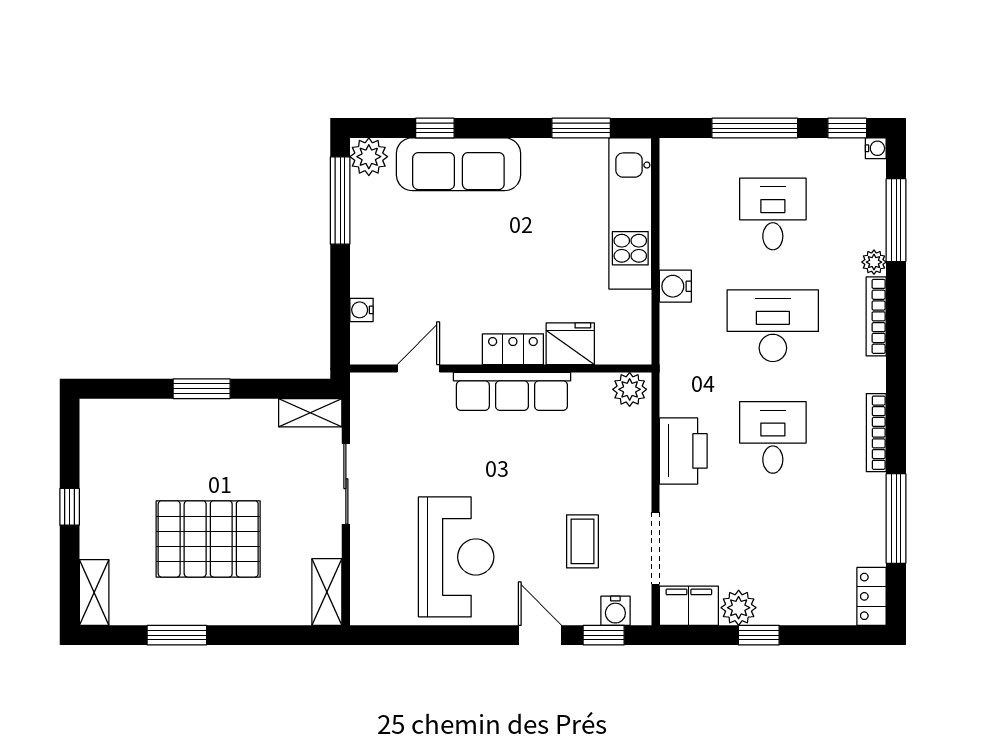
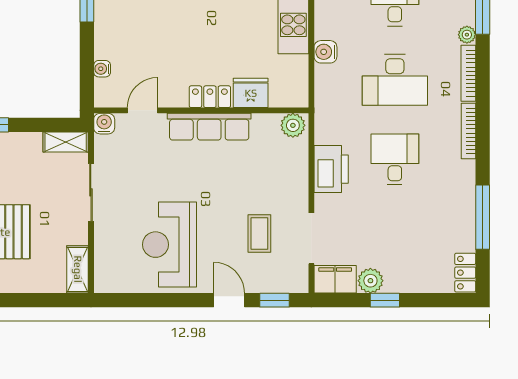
desk: (773, 326) -> (395, 80), turned 180
bookcase: (876, 433) -> (468, 131), moved
reception desk: (456, 557) -> (169, 245), turned 180
water cooler: (615, 611) -> (104, 124), moved, turned 180

